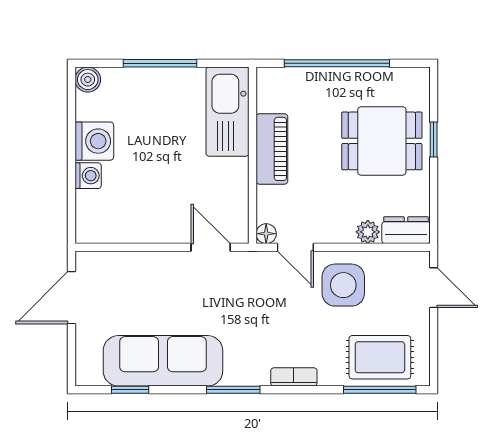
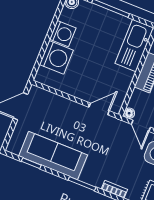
washing machine: (88, 176) -> (56, 57), width x1.89, depth x1.89
door: (211, 247) -> (99, 109), hinge flipped

